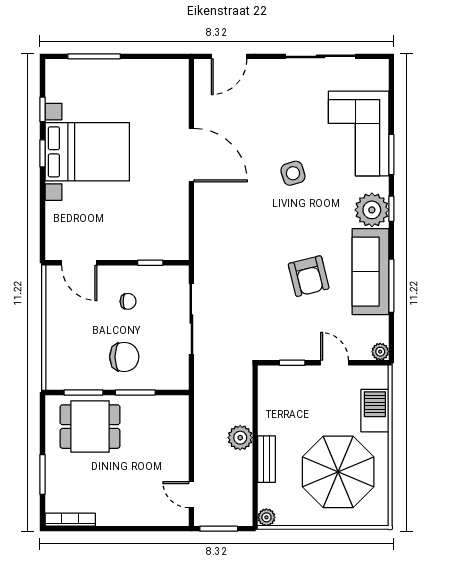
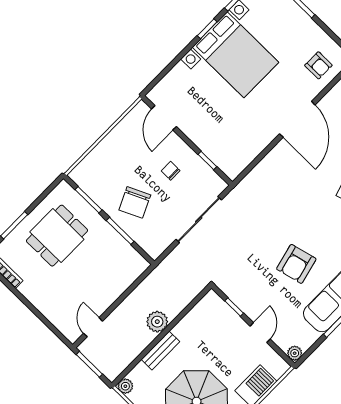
armchair: (165, 93) -> (318, 65), added
chair: (128, 301) -> (171, 171), turned 180
chair: (124, 357) -> (135, 202), turned 65
dining table: (90, 427) -> (57, 236), moved, turned 90

